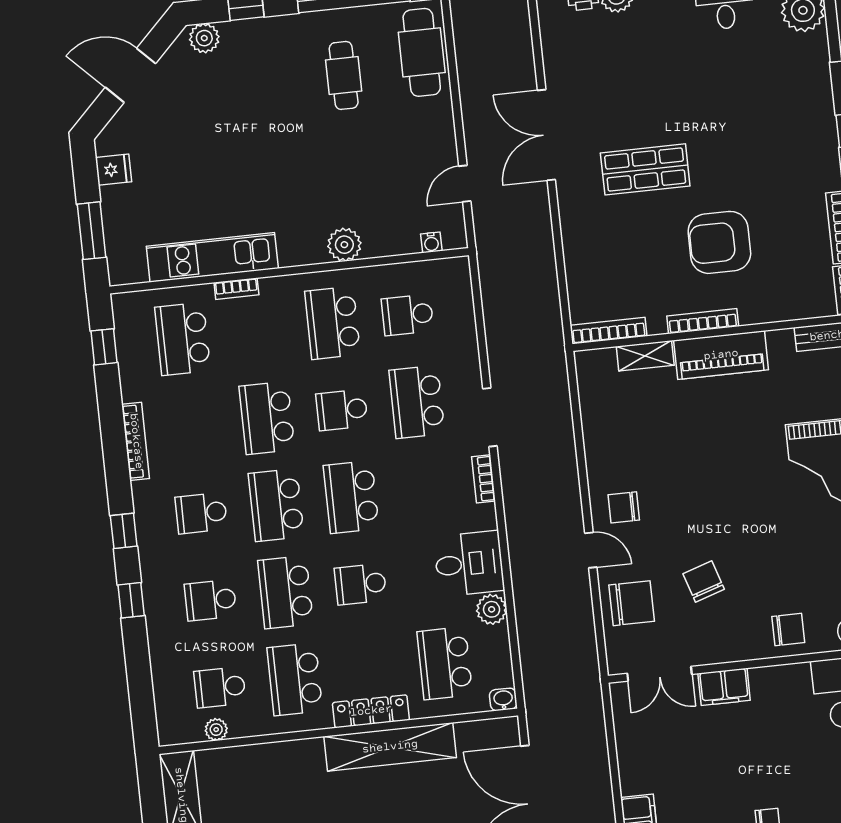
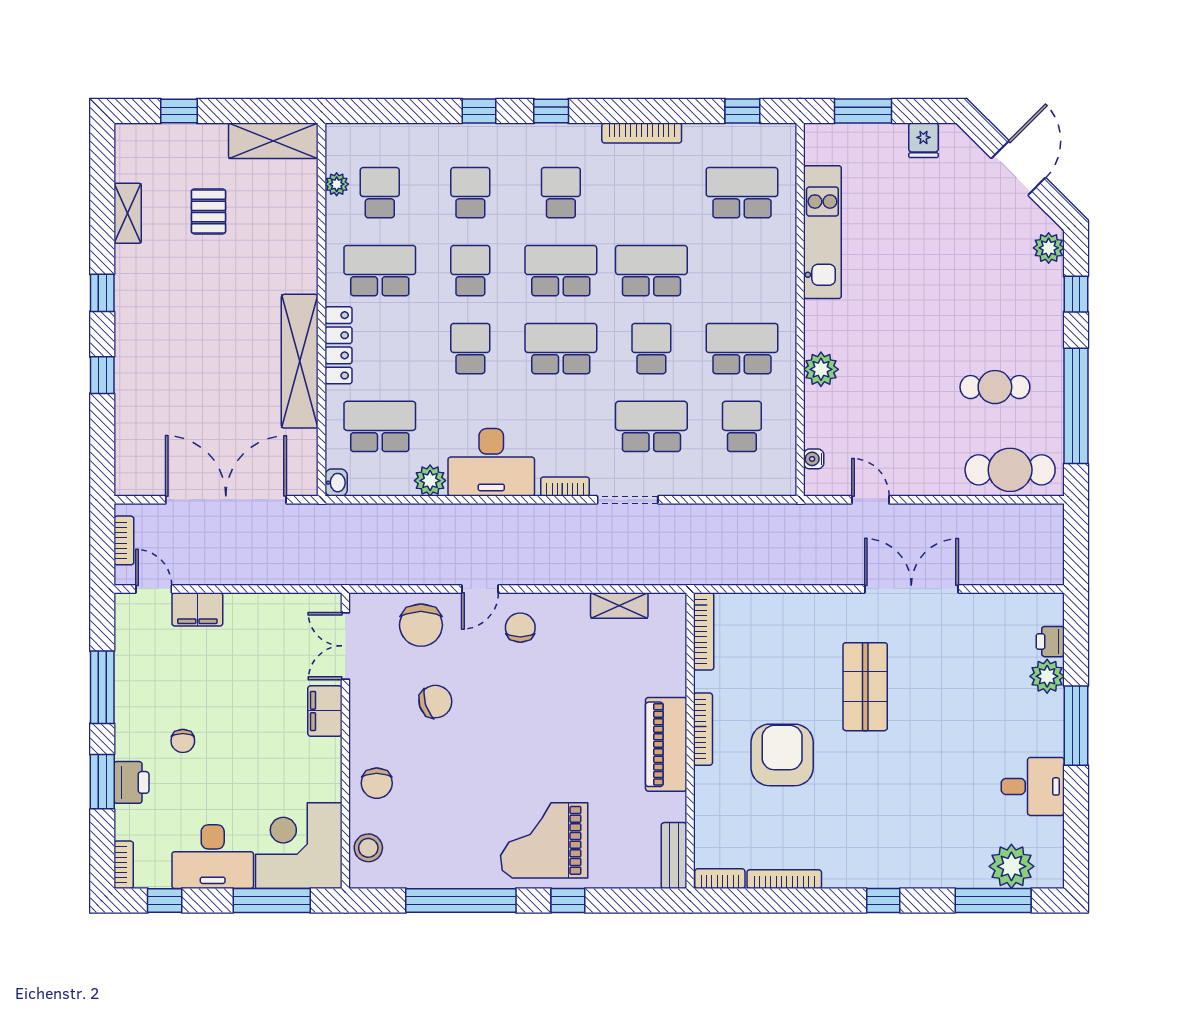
bookcase: (236, 289) -> (788, 253), removed
shelving: (645, 356) -> (619, 605), moved, turned 90
desk: (469, 564) -> (491, 462), width x1.37
school desk: (286, 592) -> (470, 271), width x0.54

